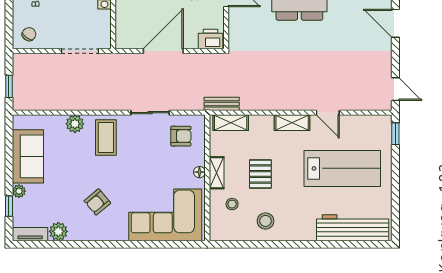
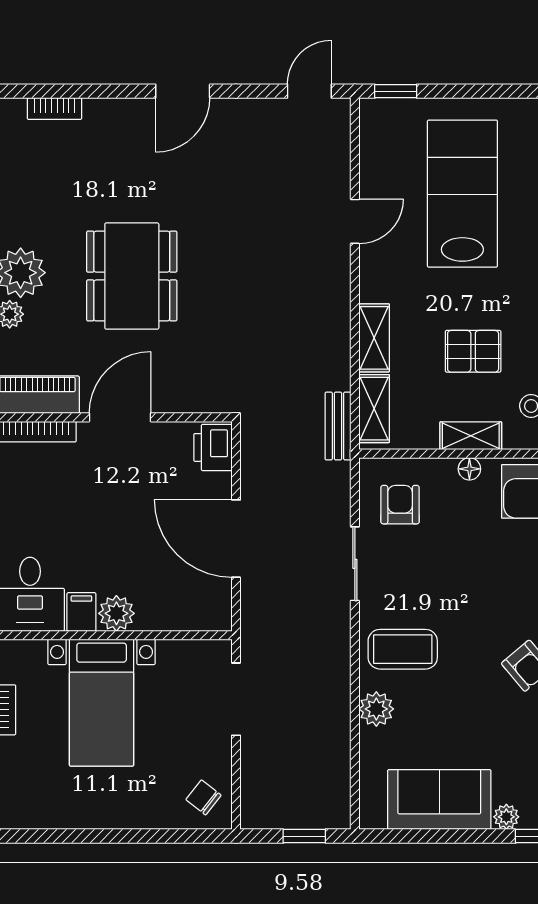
shelving: (292, 123) -> (374, 338), moved

